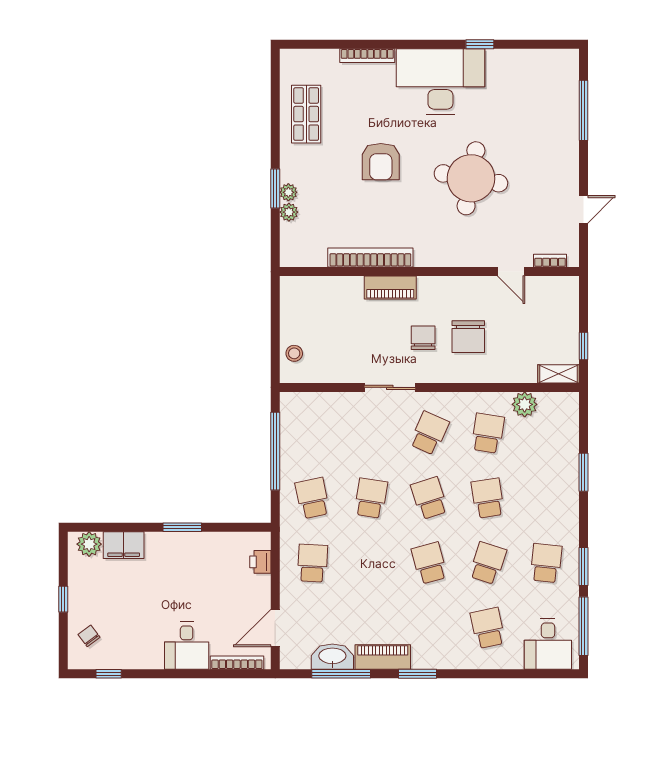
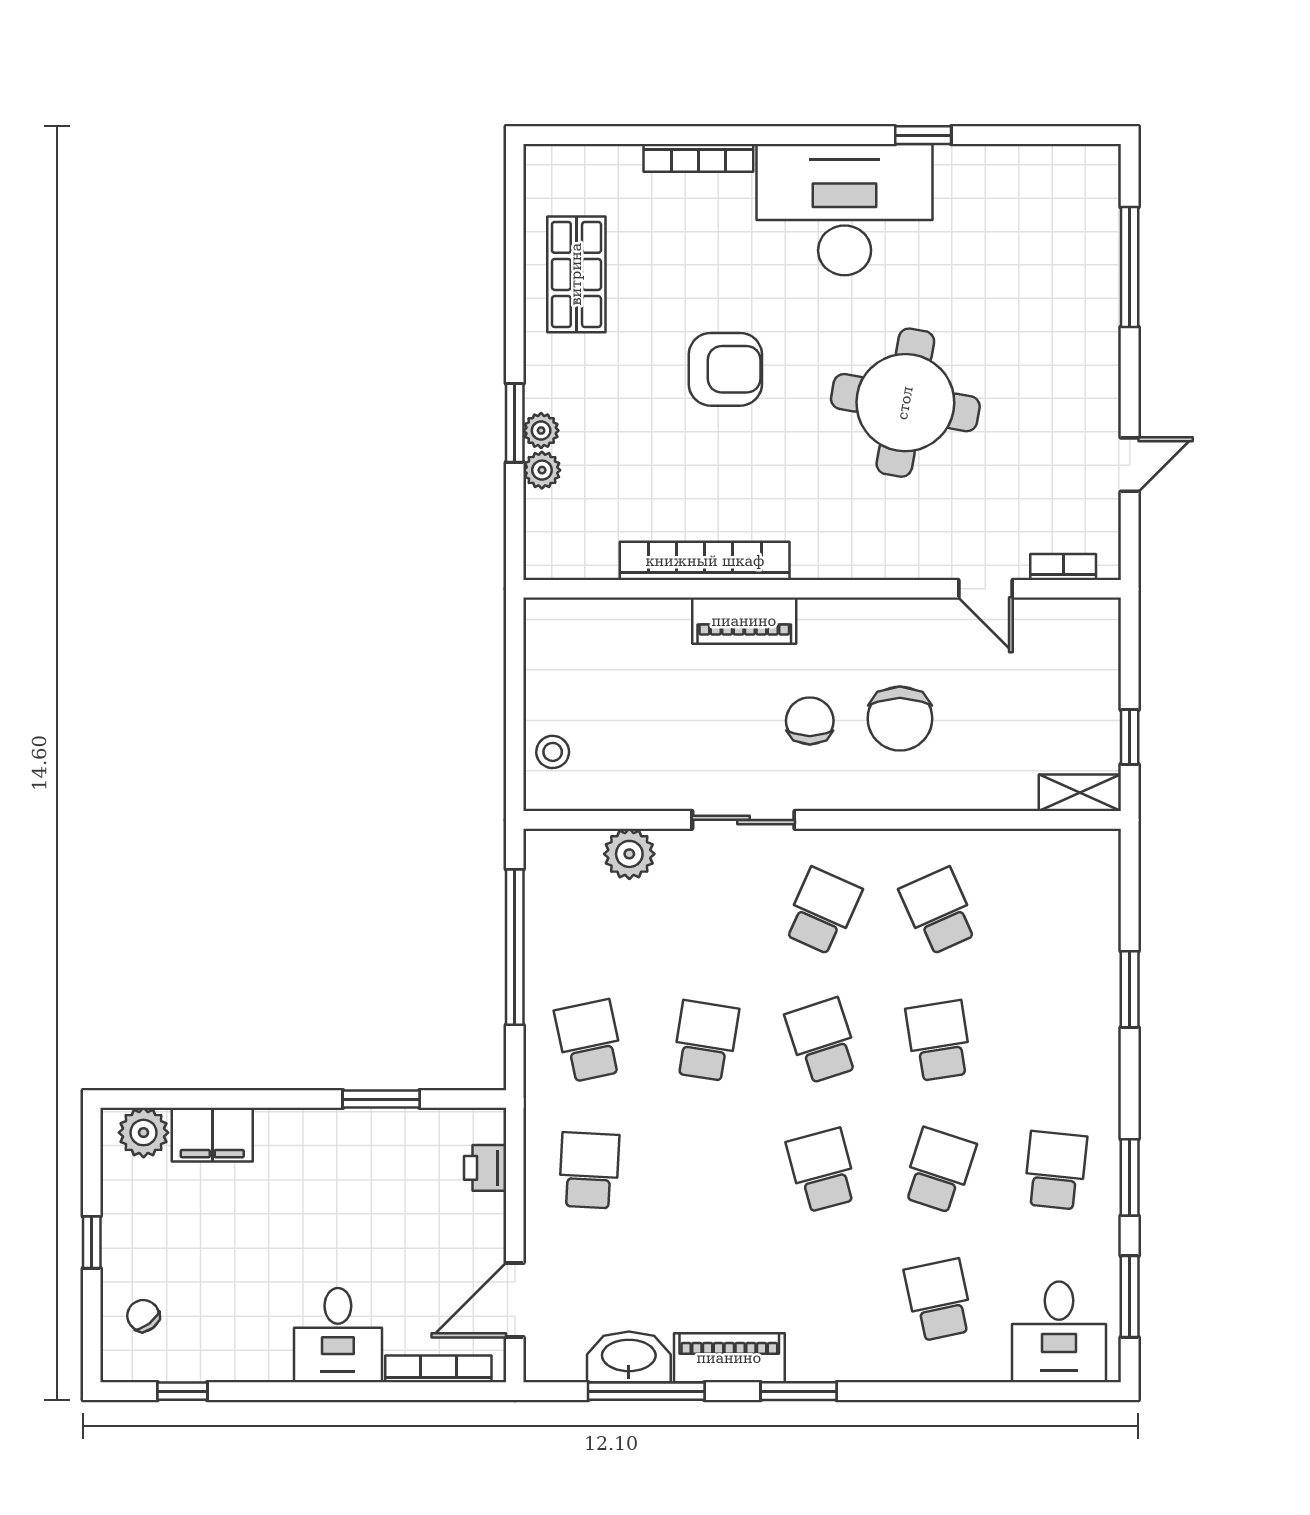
armchair: (381, 162) -> (725, 369), turned -90
plant: (525, 404) -> (629, 854), moved
school desk: (488, 433) -> (939, 911), turned -33
window: (182, 527) -> (381, 1099), moved
window: (583, 626) -> (1130, 1297), width x0.69

